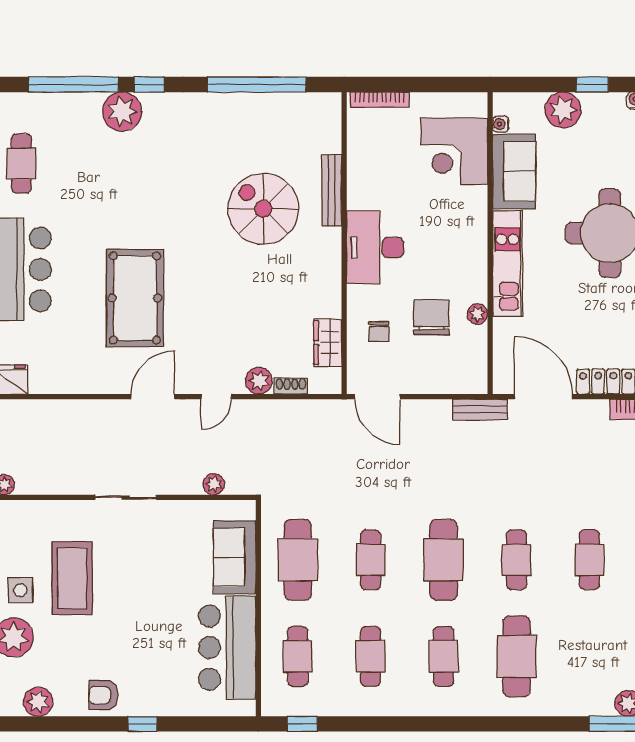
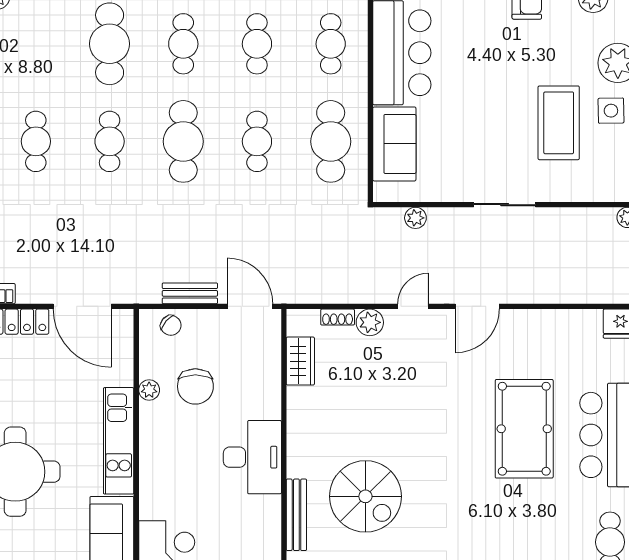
pool table: (135, 298) -> (524, 429), moved
chair: (379, 332) -> (171, 325), moved, turned 130
bench: (480, 410) -> (190, 293), moved

